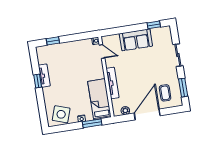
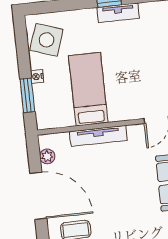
bed: (99, 99) -> (88, 89), moved, turned -90

